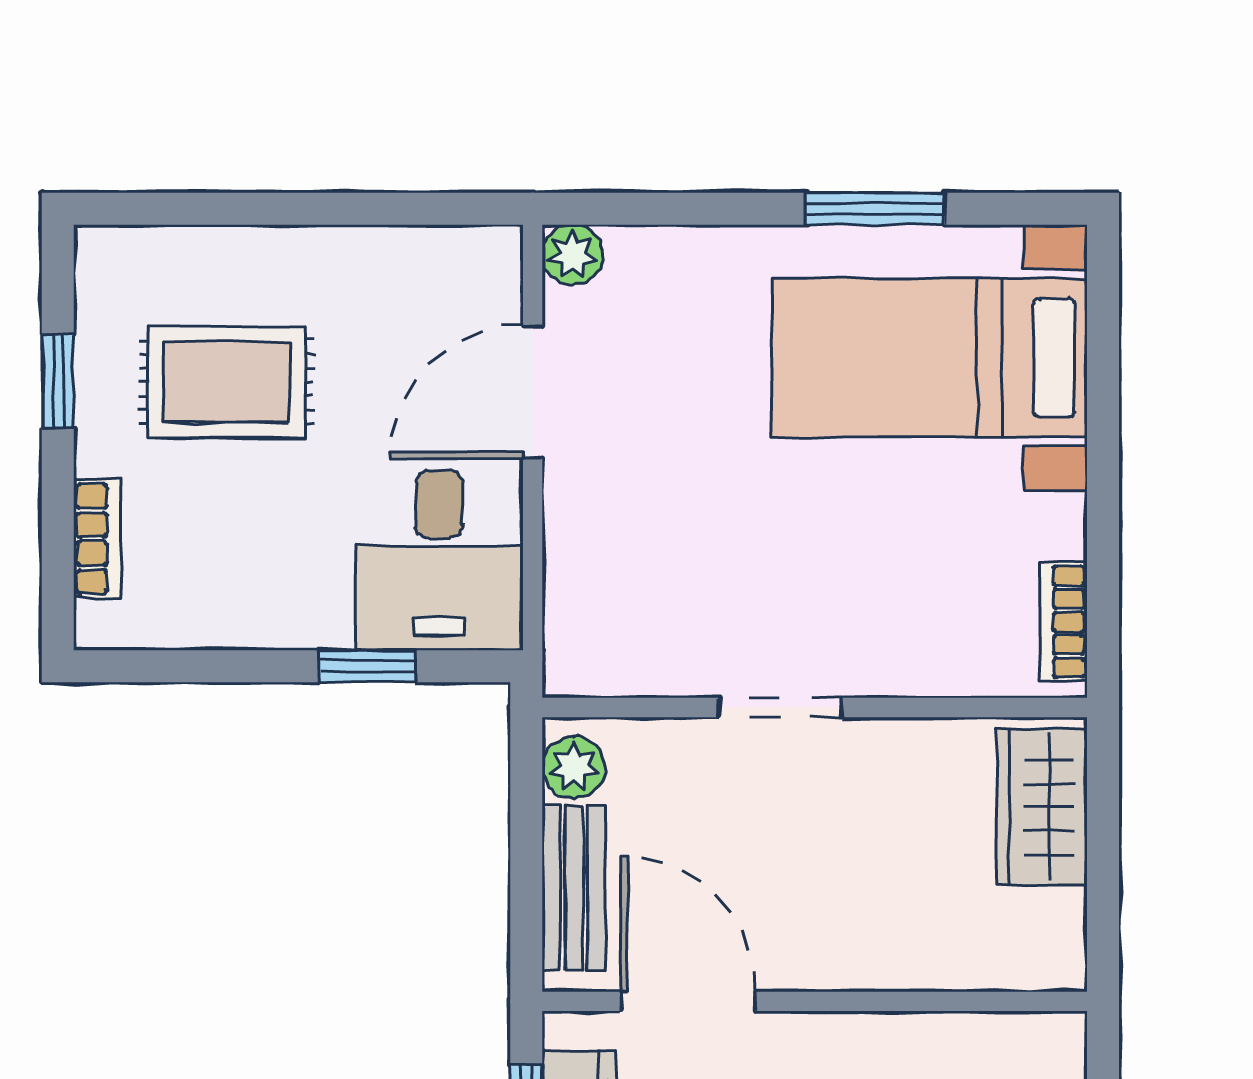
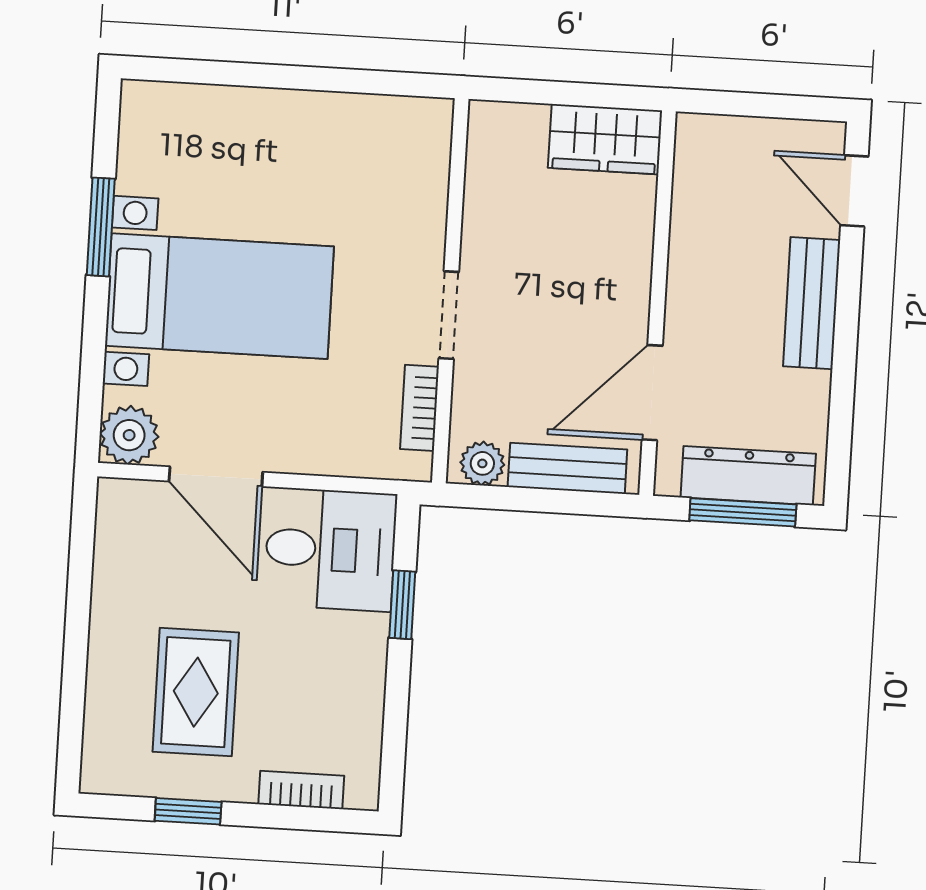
plant: (573, 255) -> (129, 435), width x1.38, depth x1.38
bed with nightstands: (930, 358) -> (219, 296), moved, turned -90
bookcase: (1063, 622) -> (420, 408), moved, turned 90
wardrobe: (1042, 807) -> (605, 139), moved

